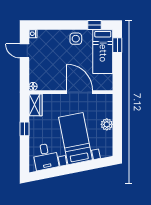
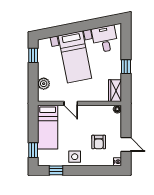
bed: (103, 52) -> (48, 127), moved, turned 180
armchair: (52, 53) -> (99, 142), added
door: (80, 92) -> (71, 103), width x0.53
plant: (107, 124) -> (44, 84), moved
window: (117, 140) -> (33, 55), added

